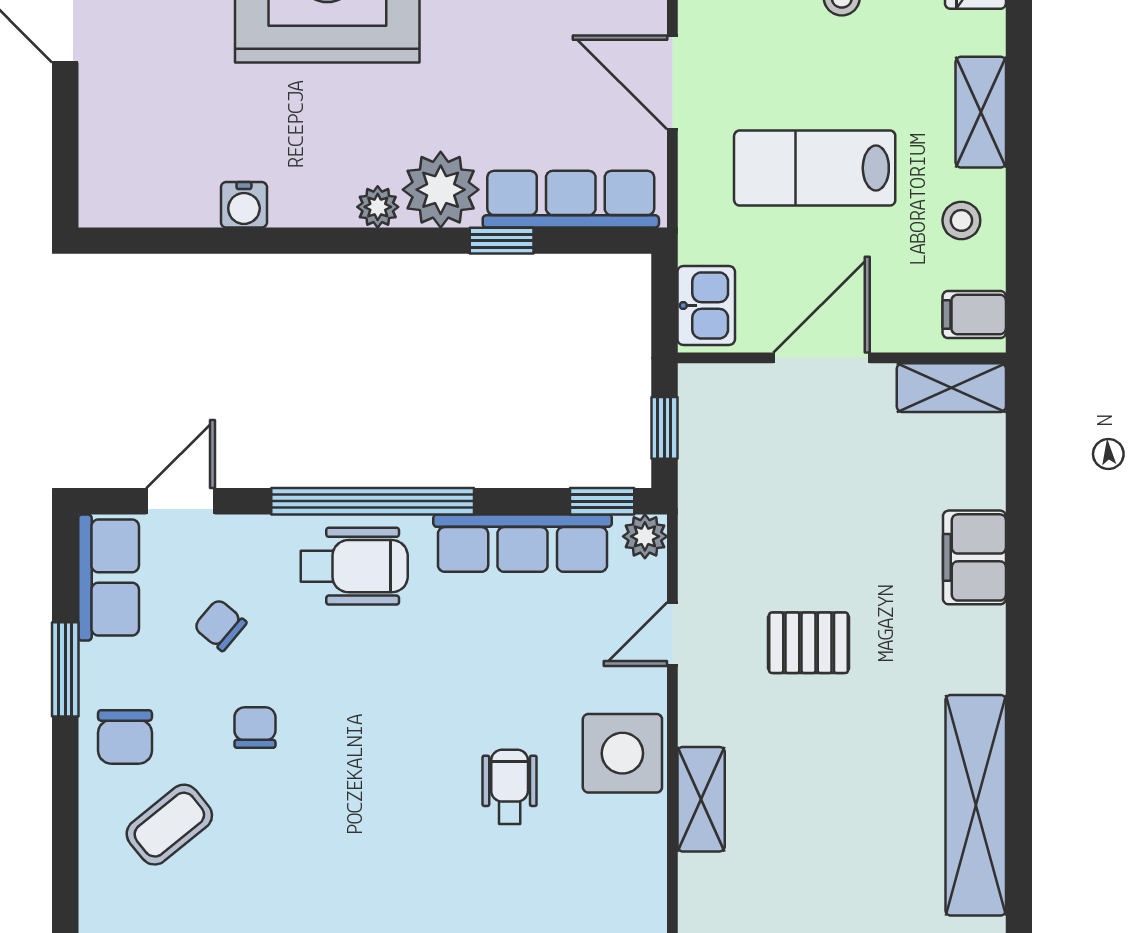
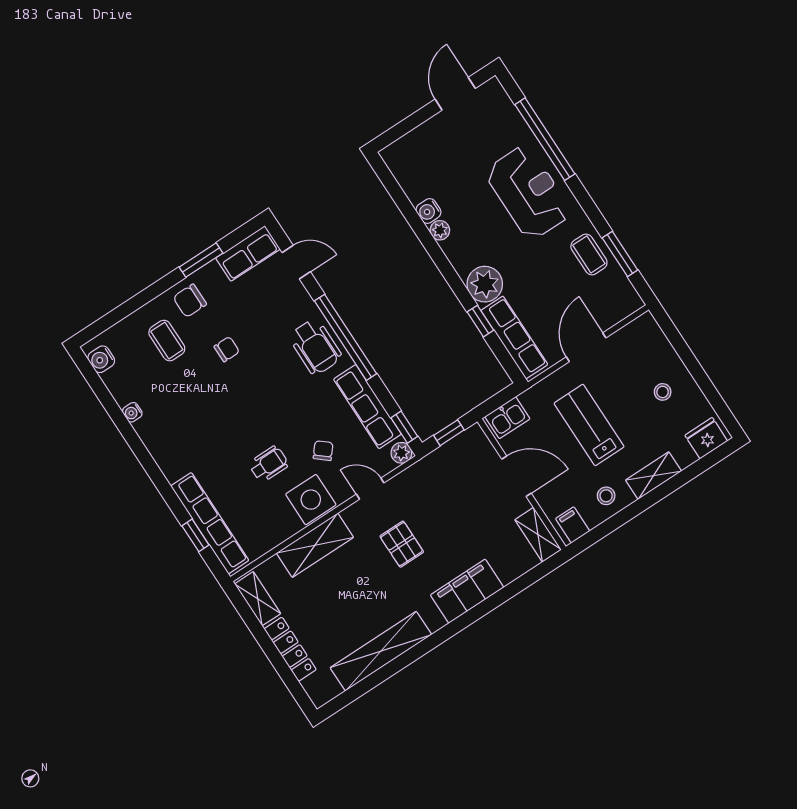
plant: (378, 207) -> (440, 230), moved
filing cabinet: (974, 557) -> (467, 591), width x1.50, depth x1.17
chair: (220, 625) -> (323, 451), moved
shelving: (701, 799) -> (315, 545), width x1.50, depth x1.33
coffee table: (169, 825) -> (167, 341), turned 39

